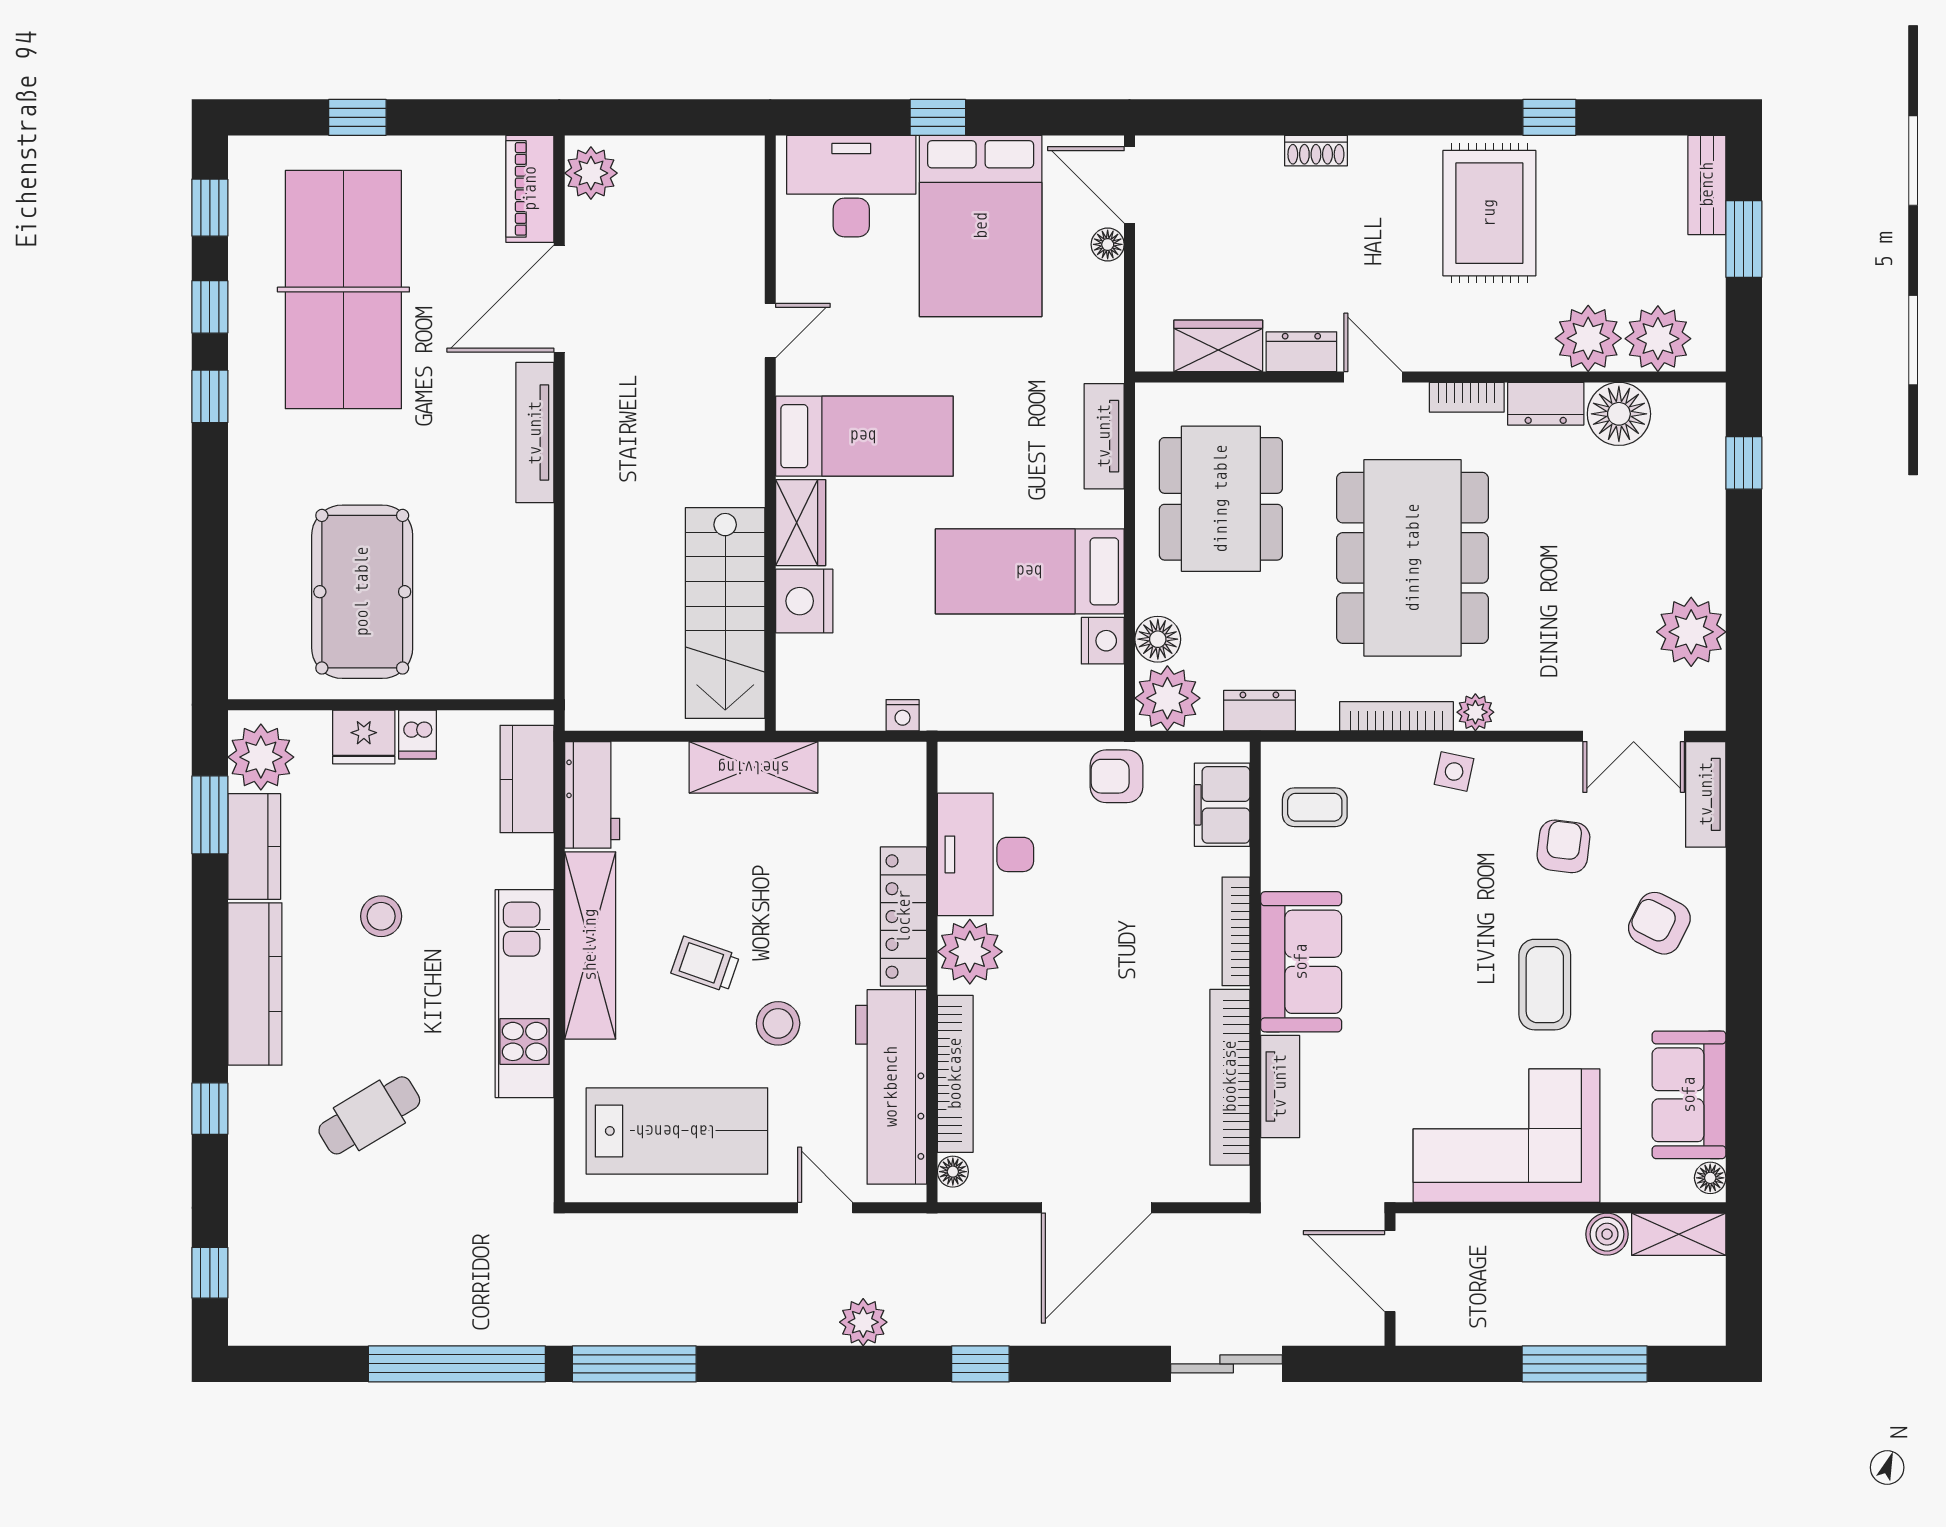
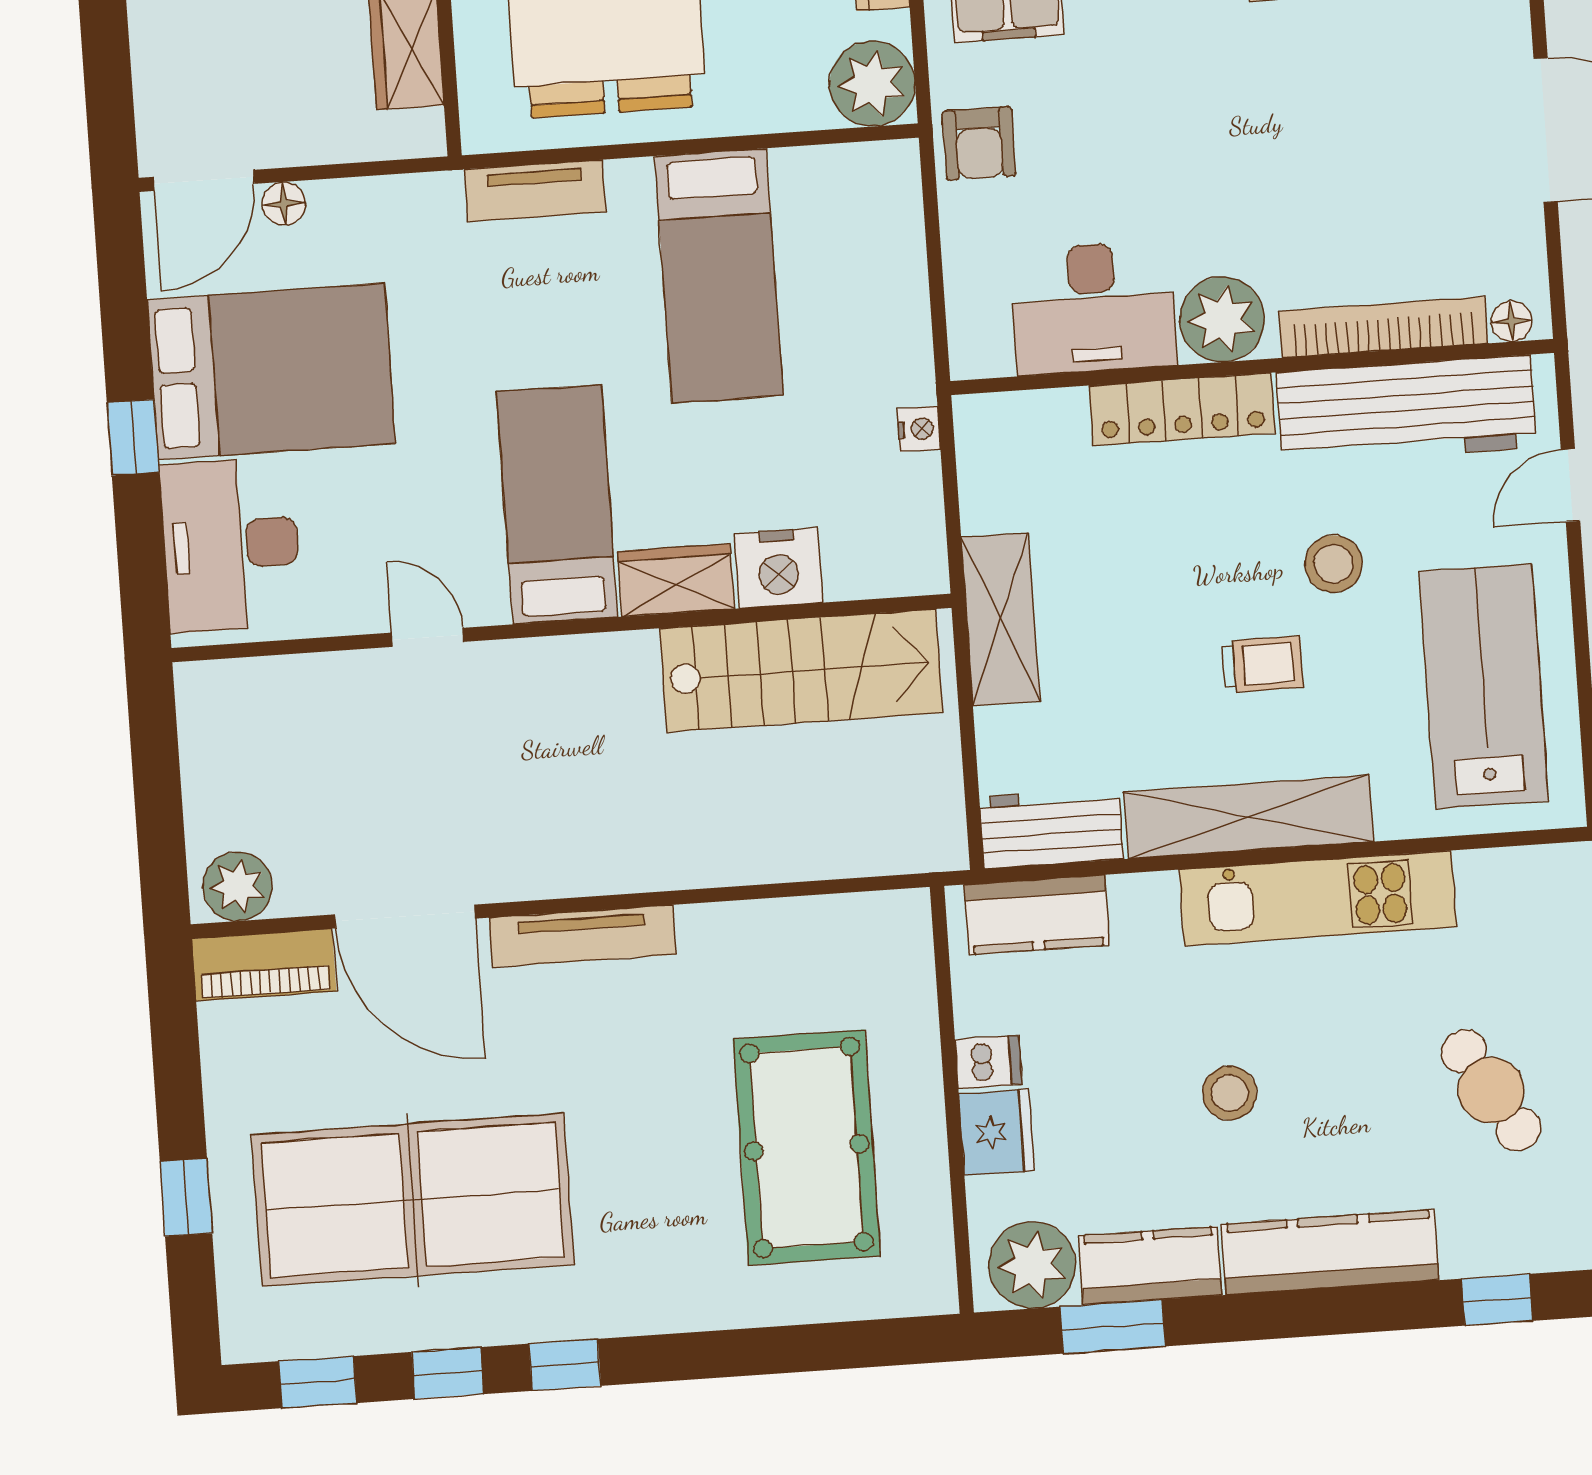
pool table: (362, 592) -> (807, 1148), turned 90
floor lamp: (1158, 639) -> (796, 102), removed
nightstand: (1103, 641) -> (803, 174), removed
trolley: (705, 964) -> (1263, 664), turned -109

